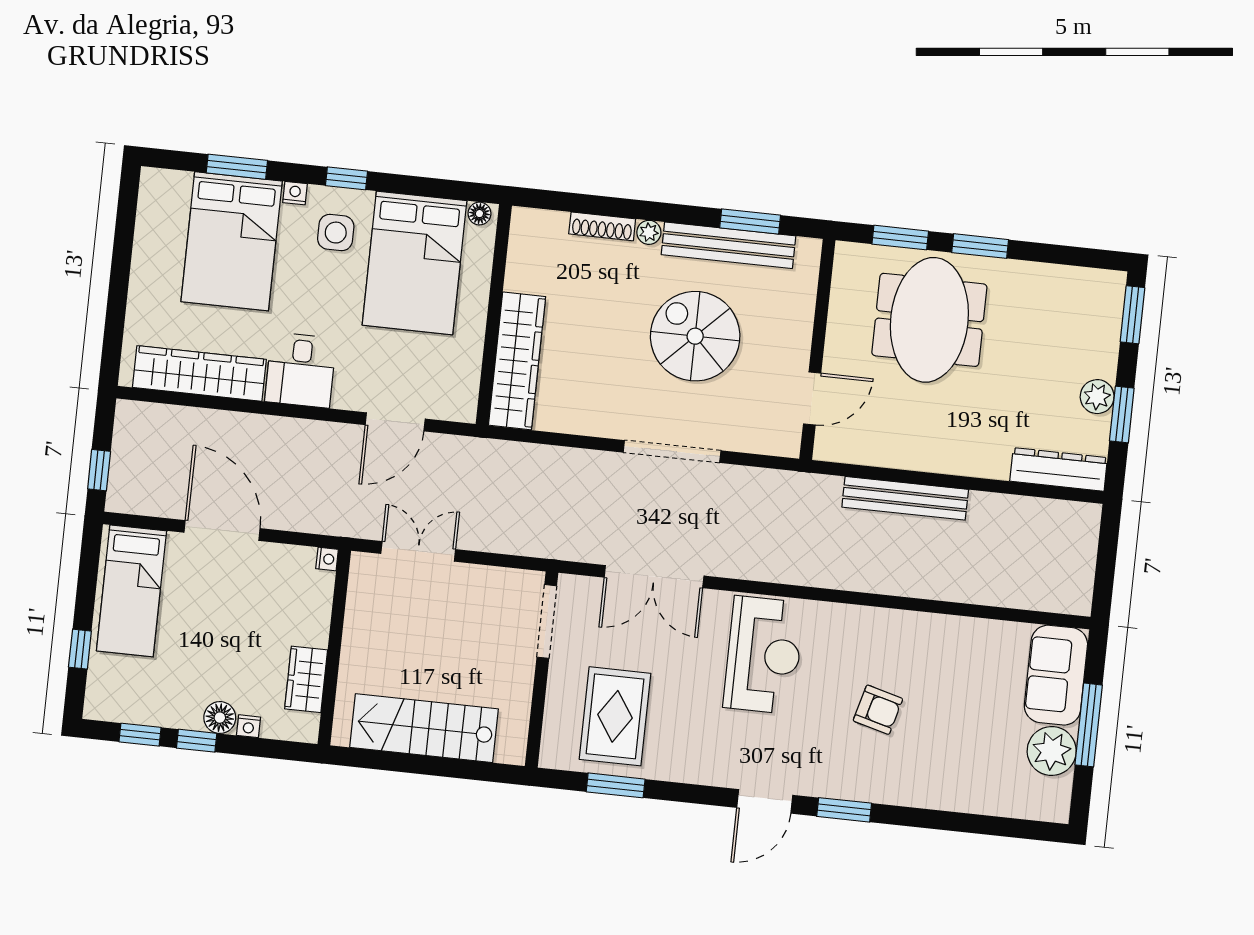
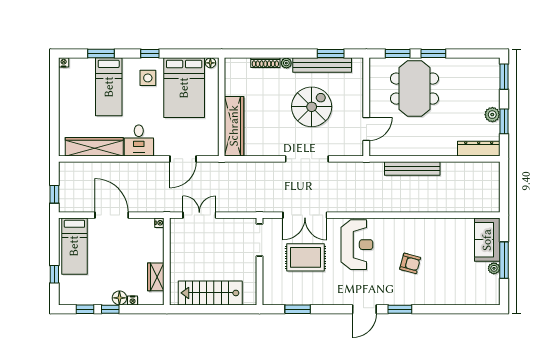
nightstand: (295, 193) -> (64, 62), moved
bed: (232, 241) -> (109, 87), width x0.67
spiral stairs: (695, 336) -> (312, 107), turned 90
rug: (615, 716) -> (306, 257), moved, turned 90
plant: (1052, 751) -> (494, 268), width x0.53, depth x0.53

